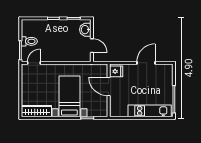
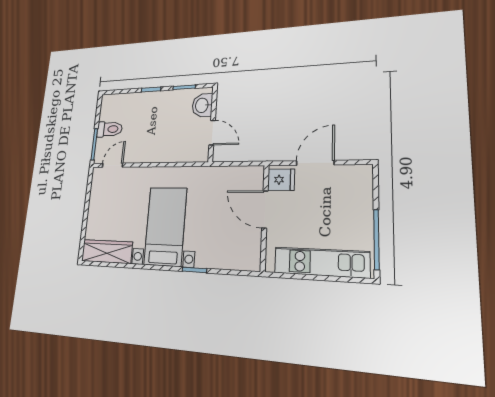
fridge: (116, 71) -> (281, 180), moved
door: (109, 86) -> (265, 209), moved
wall: (109, 90) -> (265, 217), moved

